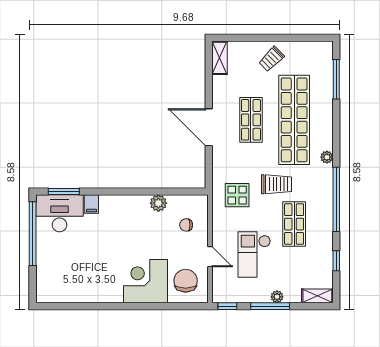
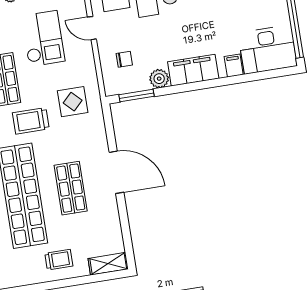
shelving: (220, 58) -> (108, 264), moved, turned 90
trolley: (271, 59) -> (59, 260), turned 45
window: (64, 192) -> (137, 96), moved
filing cabinet: (128, 206) -> (193, 70), added

